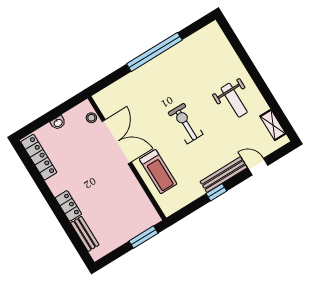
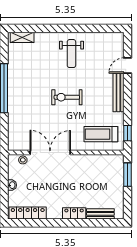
weight bench: (234, 100) -> (71, 54), turned 90
shelving: (273, 125) -> (22, 37), moved
treadmill: (158, 172) -> (101, 134), moved, turned 180
window: (216, 192) -> (128, 133), moved

